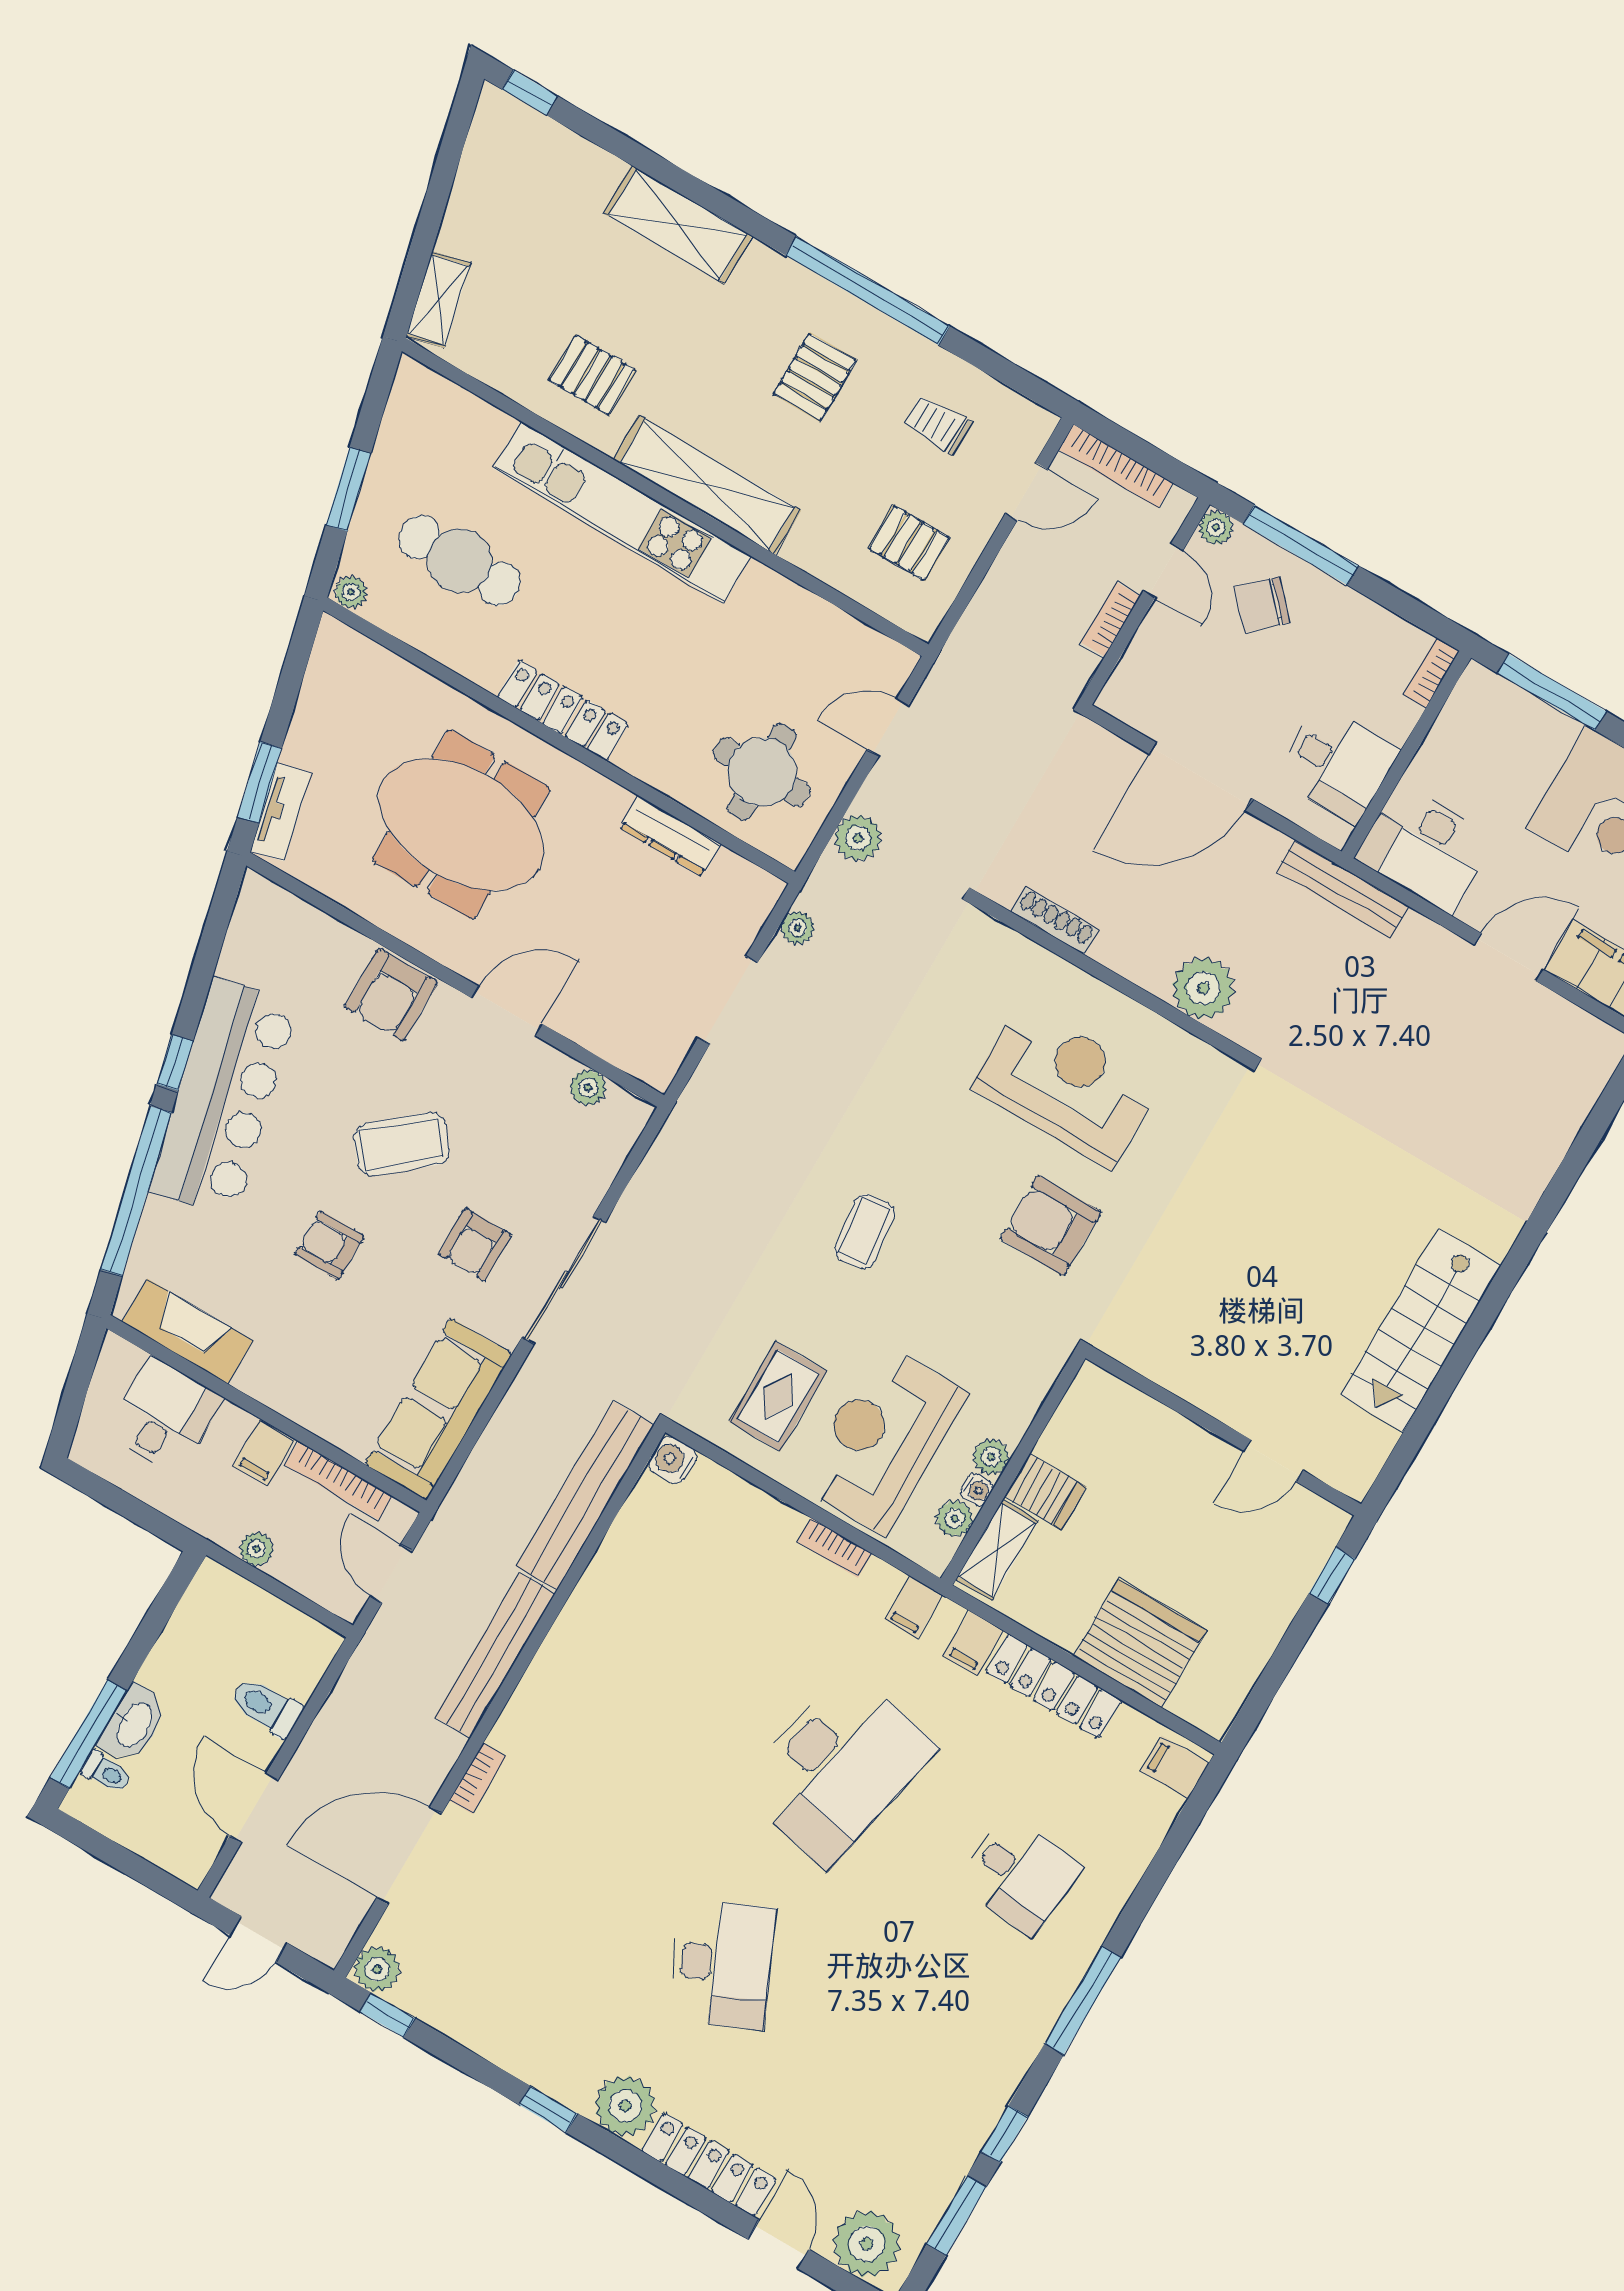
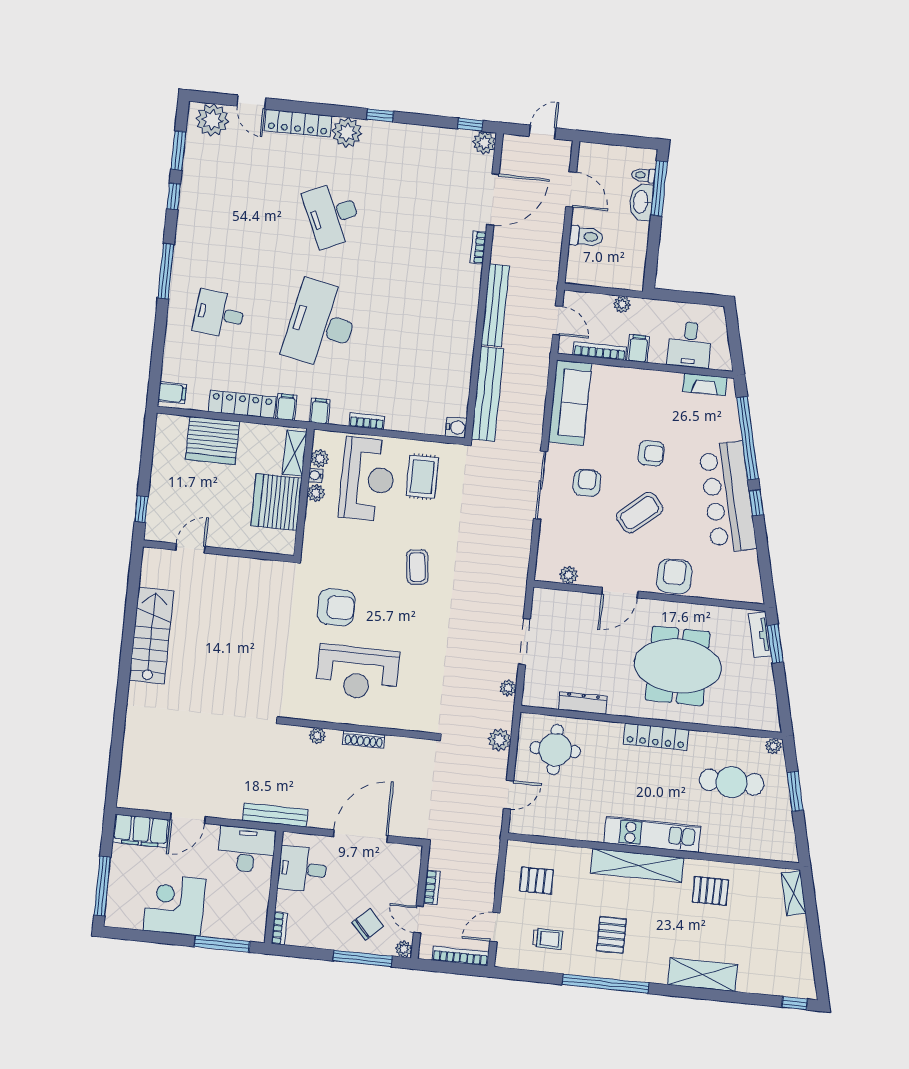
kitchen unit: (622, 512) -> (652, 835), width x0.73
shoe rack: (1054, 921) -> (364, 739), moved
plant: (1203, 988) -> (317, 736), width x0.53, depth x0.53
fireplace: (187, 1331) -> (705, 384), width x0.73, depth x0.76
server rack: (1045, 1492) -> (276, 502), width x2.18, depth x1.44

